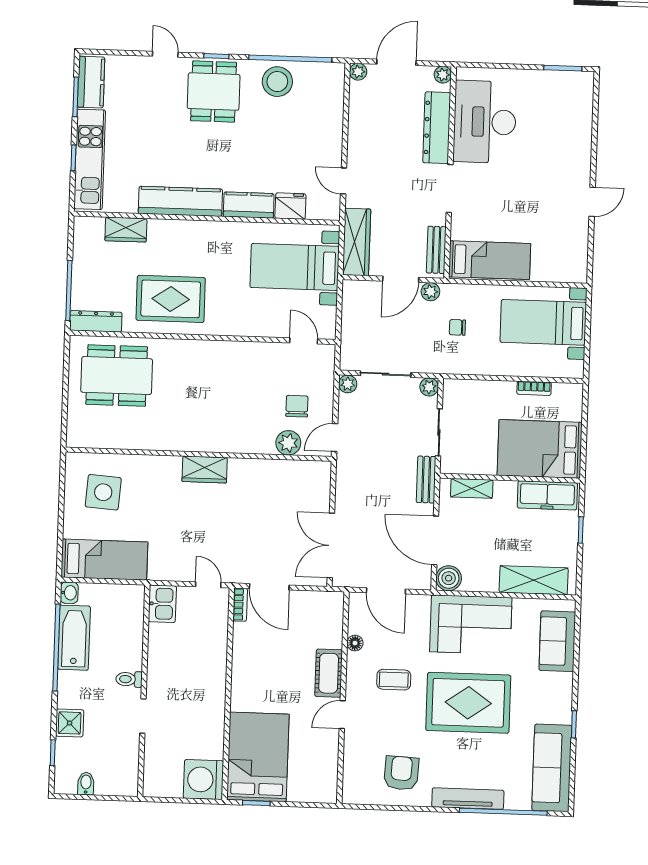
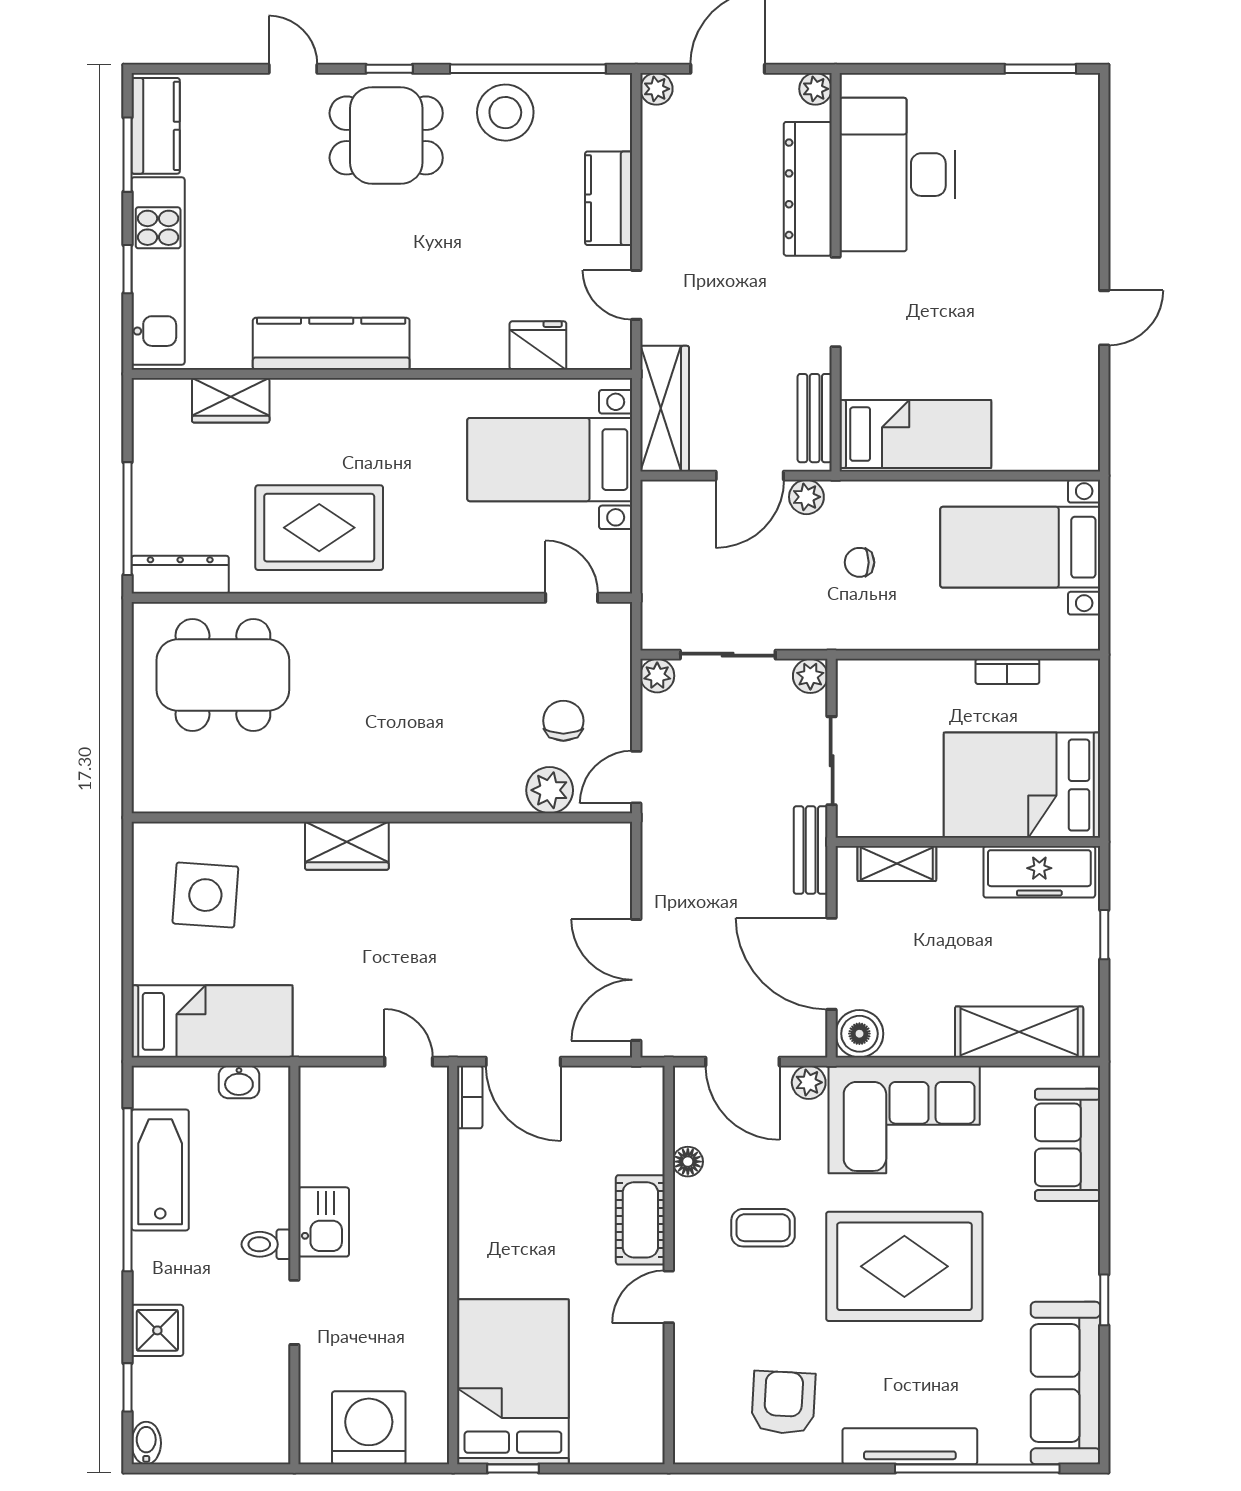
dining table: (214, 92) -> (386, 135), turned 90
kitchen counter: (249, 205) -> (609, 198), moved, turned -90
wardrobe: (205, 470) -> (347, 846), moved
washbasin: (69, 593) -> (239, 1082), moved, turned 90
plant: (421, 603) -> (809, 1082), added
kitchen sink: (162, 604) -> (324, 1222), moved
washing machine: (203, 780) -> (369, 1428), moved, turned 90
bidet: (86, 784) -> (146, 1443), moved

